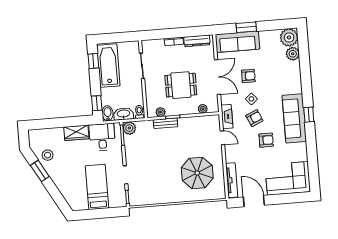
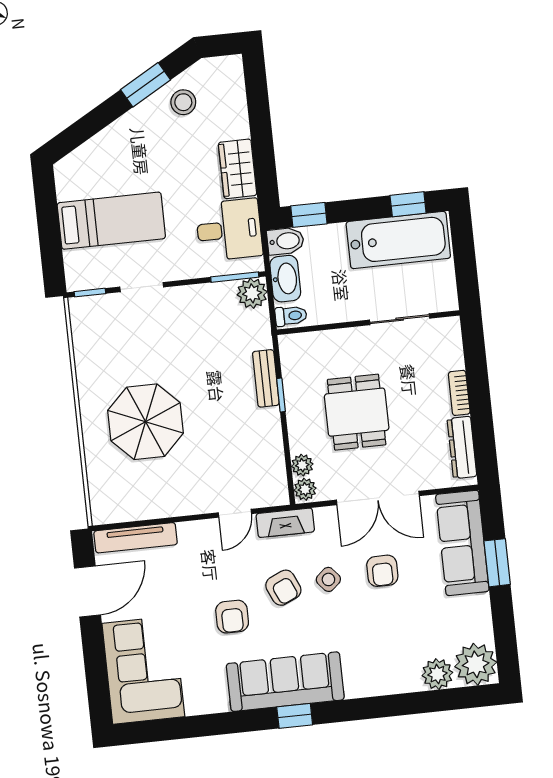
plant: (161, 112) -> (305, 489), moved
parasol: (197, 173) -> (146, 422), moved

